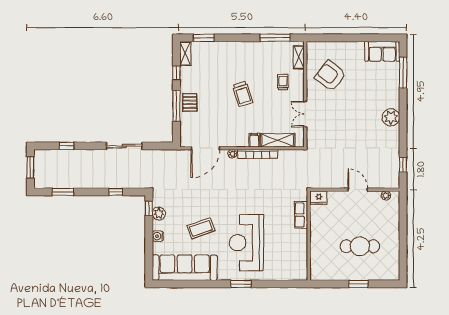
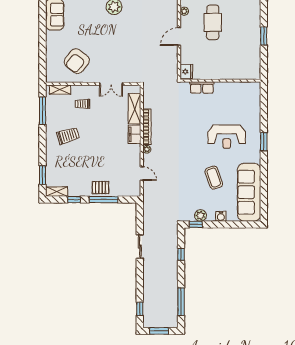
trolley: (243, 94) -> (68, 136), moved
filing cabinet: (254, 140) -> (134, 134), width x2.00
window: (66, 146) -> (140, 309), moved
sliding door: (124, 146) -> (140, 246), width x0.73
door: (205, 148) -> (142, 174), width x0.53
window: (63, 192) -> (181, 302), width x1.44
reception desk: (246, 243) -> (227, 137), width x0.74, depth x0.77
cafe table: (360, 246) -> (213, 22), moved

